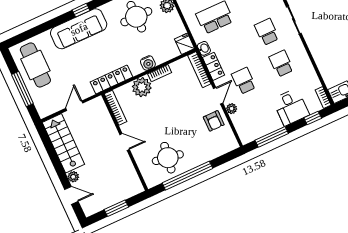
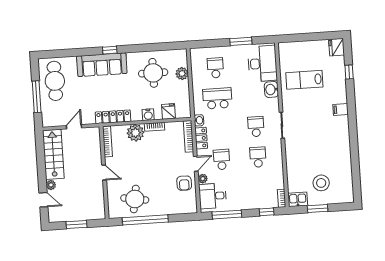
fridge: (185, 44) -> (168, 111), moved
desk: (291, 107) -> (213, 196), moved, turned 90

